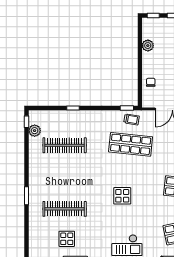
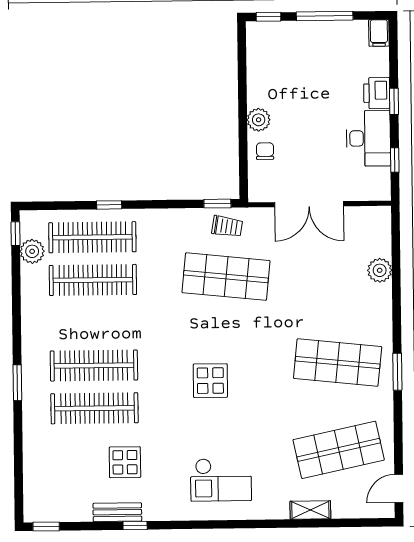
plant: (148, 46) -> (259, 120), moved
clothes rail: (65, 124) -> (92, 237), added
clothes rail: (65, 188) -> (94, 366), added
display table: (67, 239) -> (125, 462), moved

